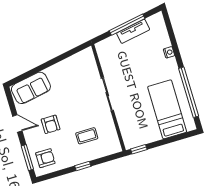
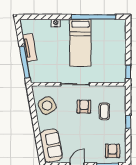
window: (127, 25) -> (25, 62), moved
side table: (74, 70) -> (47, 106), added
bed: (167, 109) -> (80, 43), moved, turned -90
armchair: (51, 124) -> (84, 107), moved, turned -90

